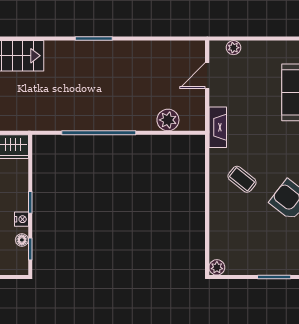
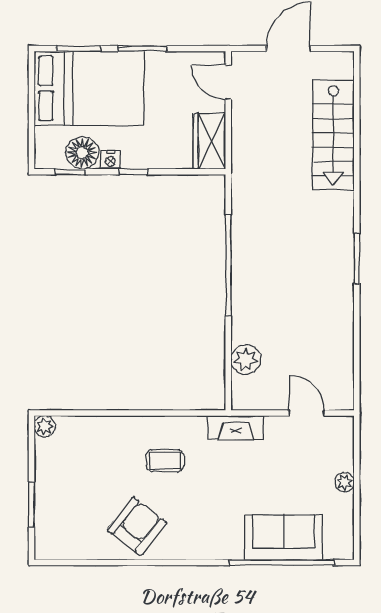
plant: (233, 48) -> (344, 482), moved
coffee table: (242, 179) -> (165, 461), turned 51
floor lamp: (22, 240) -> (82, 153), width x1.89, depth x1.89

